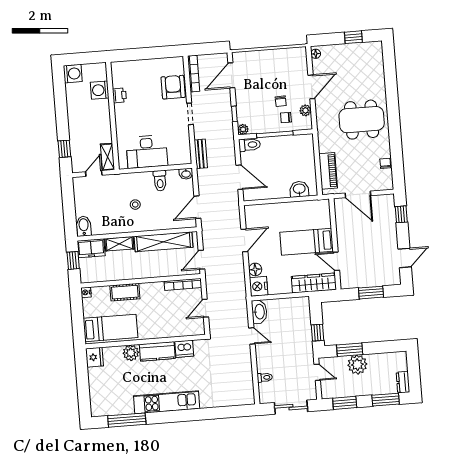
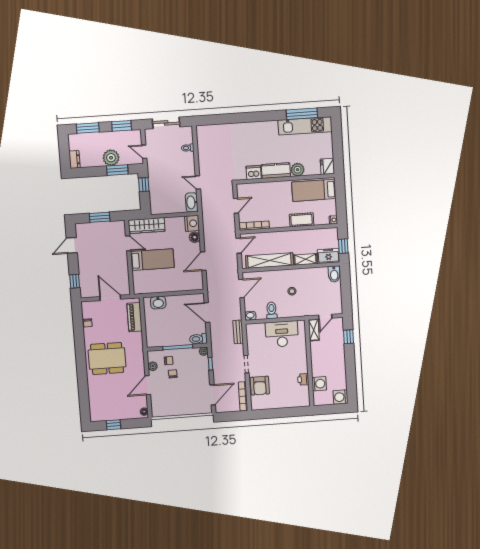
dresser: (403, 382) -> (75, 160), moved
kitchen unit: (167, 402) -> (305, 126), moved

